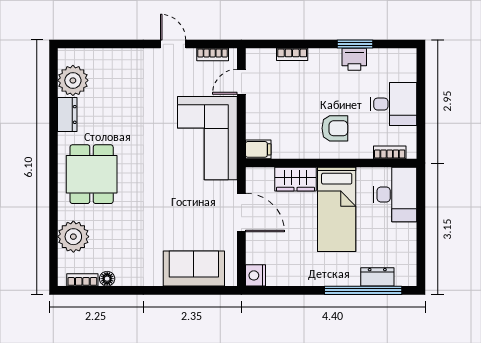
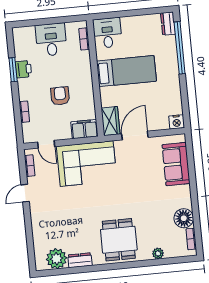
armchair: (335, 128) -> (60, 96), moved
filing cabinet: (258, 149) -> (85, 129), width x2.00
dining table: (92, 174) -> (119, 240), turned 90
wardrobe: (295, 179) -> (111, 121), moved
desk: (395, 195) -> (107, 33), width x0.73
plant: (73, 237) -> (158, 253), width x0.53, depth x0.53
dresser: (377, 277) -> (168, 24), moved
floor lamp: (107, 279) -> (184, 218), width x1.89, depth x1.89

